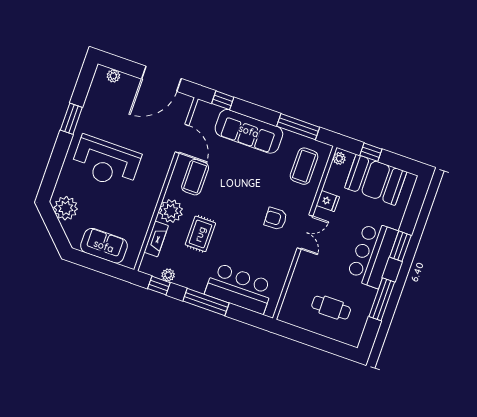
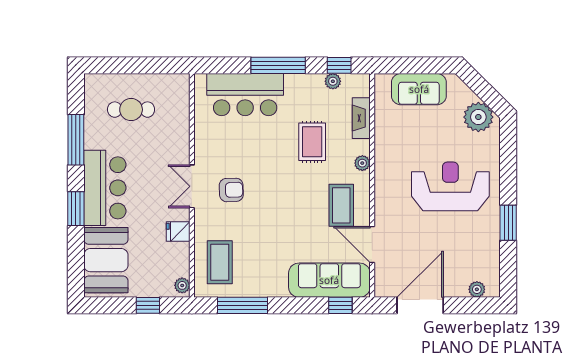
sofa: (249, 131) -> (329, 280), moved
booth: (376, 180) -> (106, 260), moved, turned 90
plant: (171, 211) -> (362, 163), width x0.53, depth x0.53

